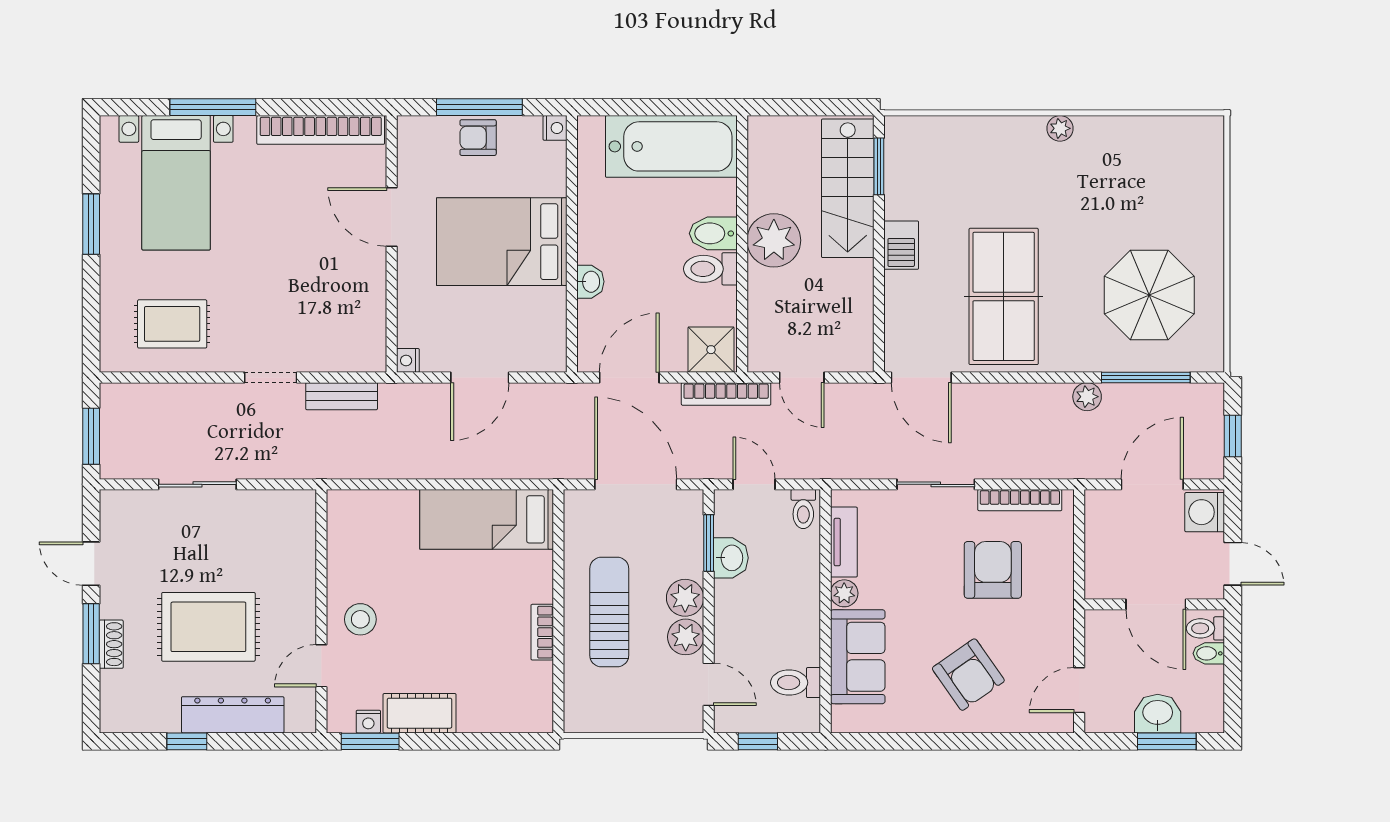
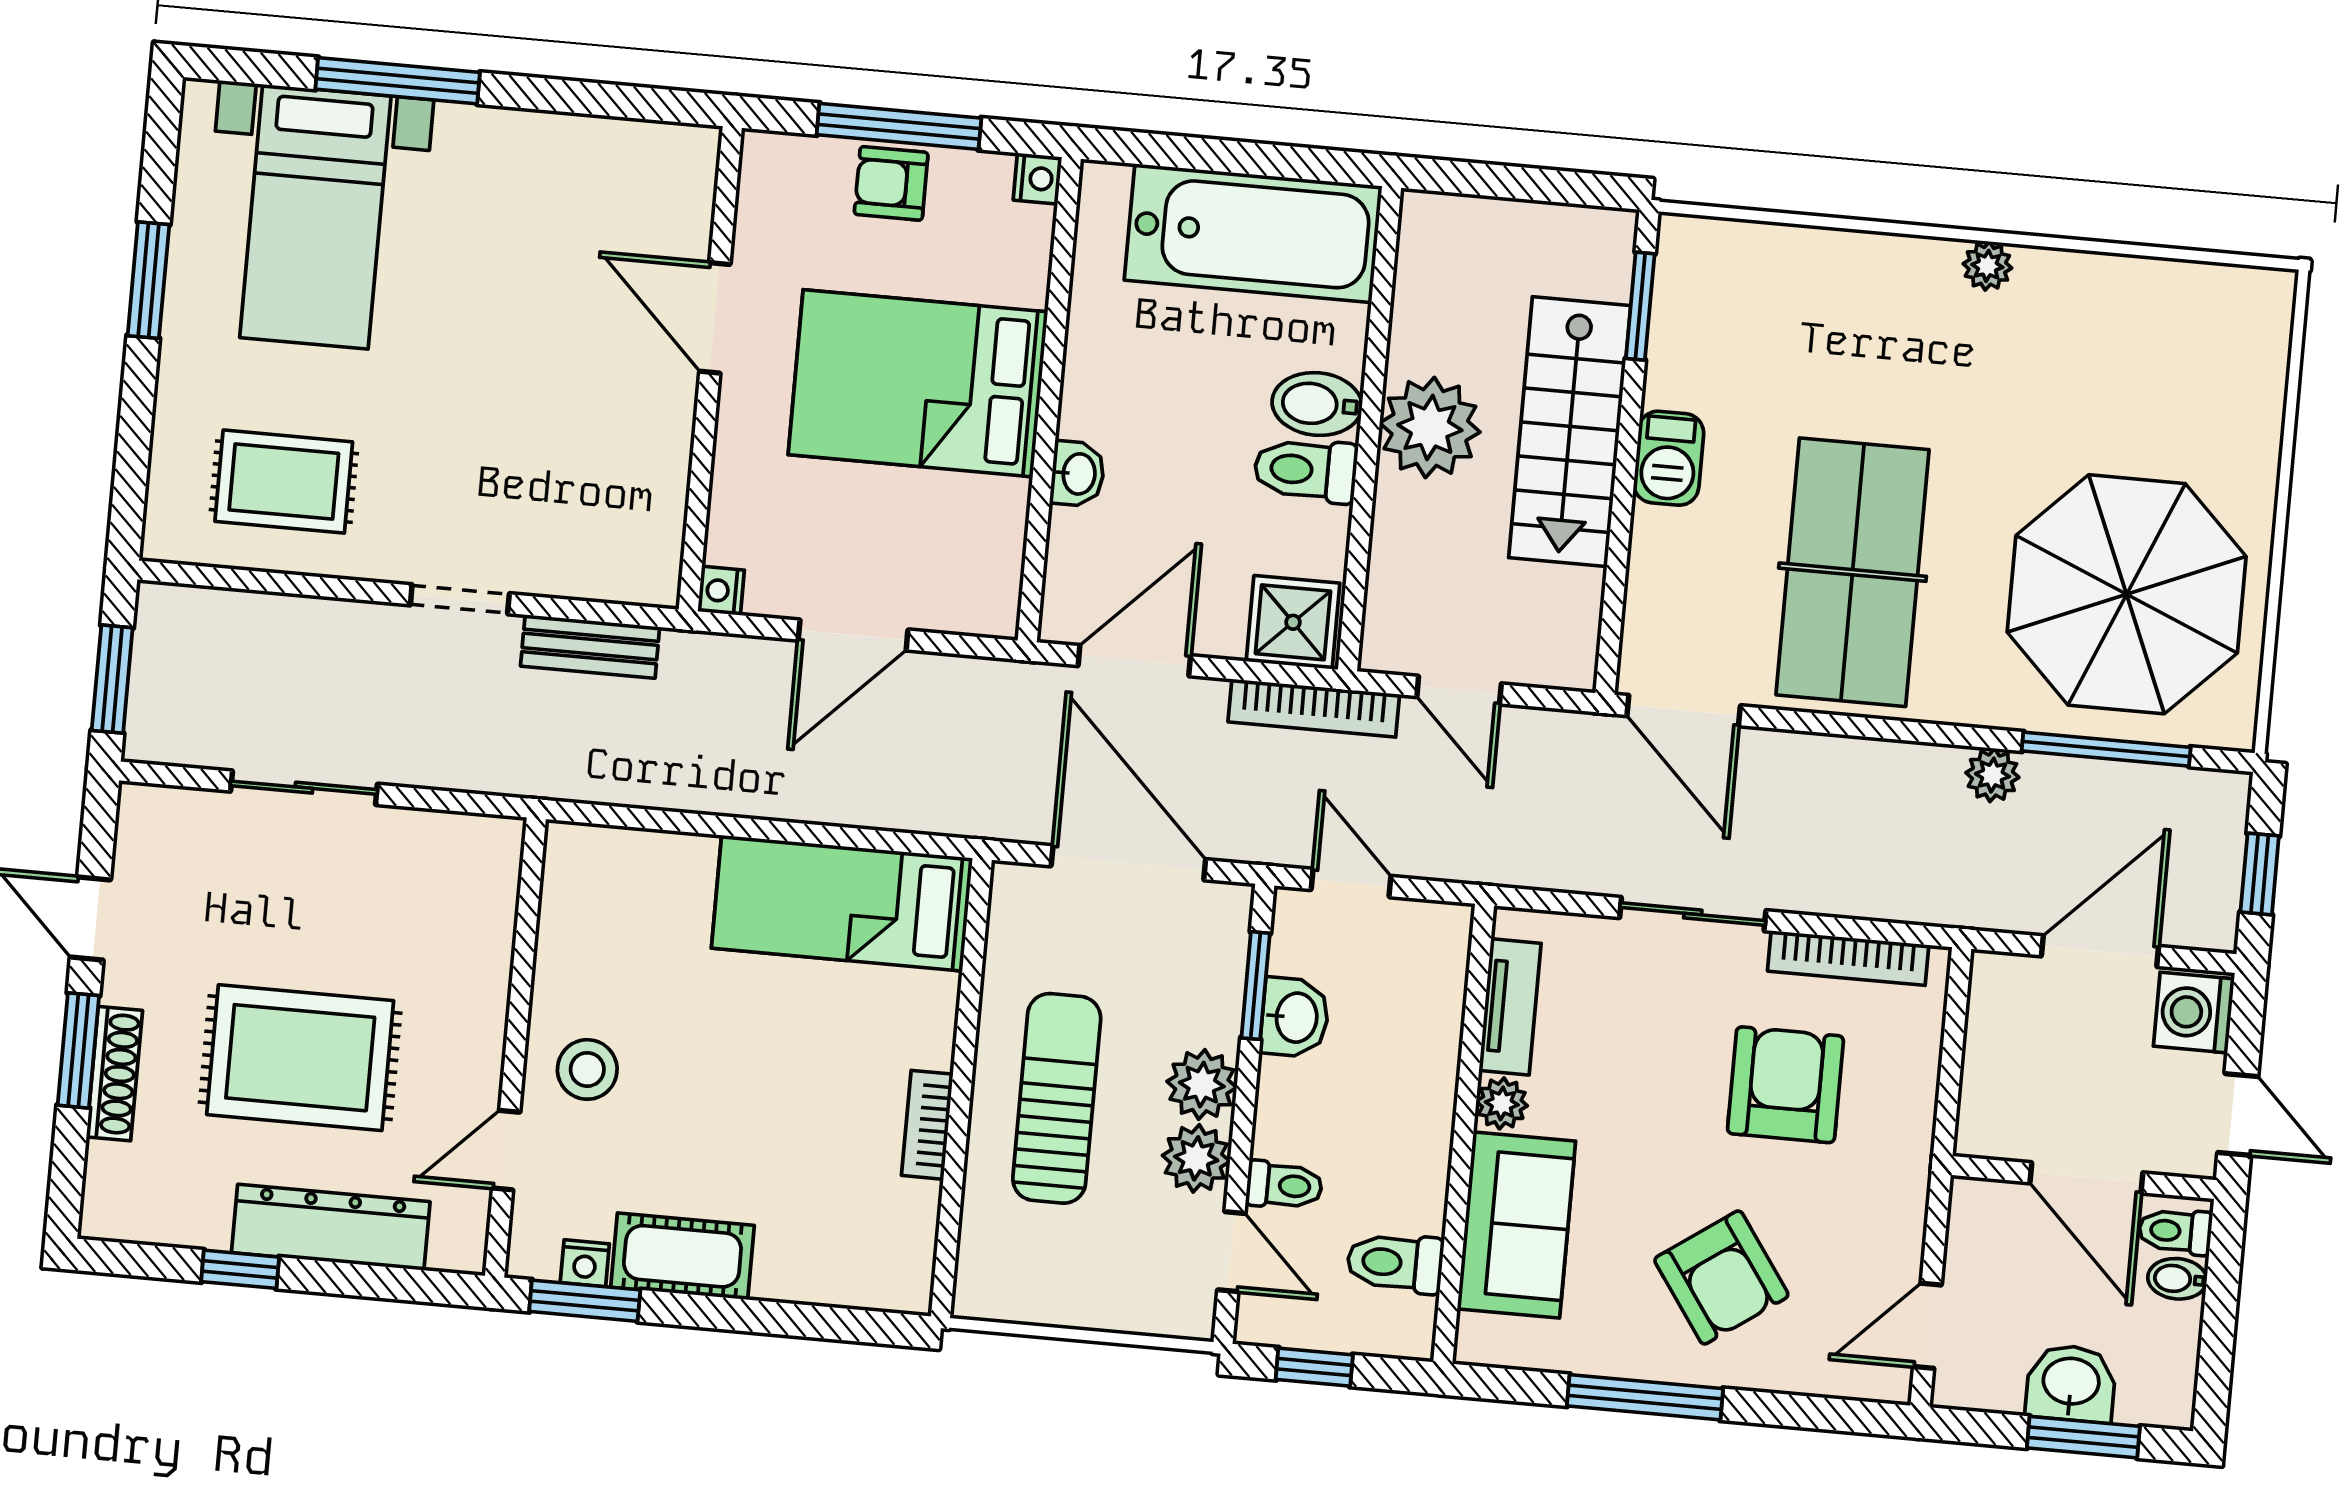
bookcase: (321, 130) -> (596, 142), removed
stairs: (848, 188) -> (1570, 432), moved
parasol: (1149, 295) -> (2127, 594), width x1.36, depth x1.36
toilet: (803, 509) -> (1284, 1185), moved, turned -90
shoe rack: (111, 644) -> (114, 1074), width x1.43
window: (934, 741) -> (1645, 1397), added

